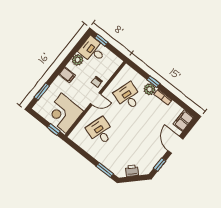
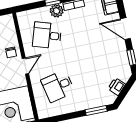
desk: (100, 131) -> (58, 86), turned -30

